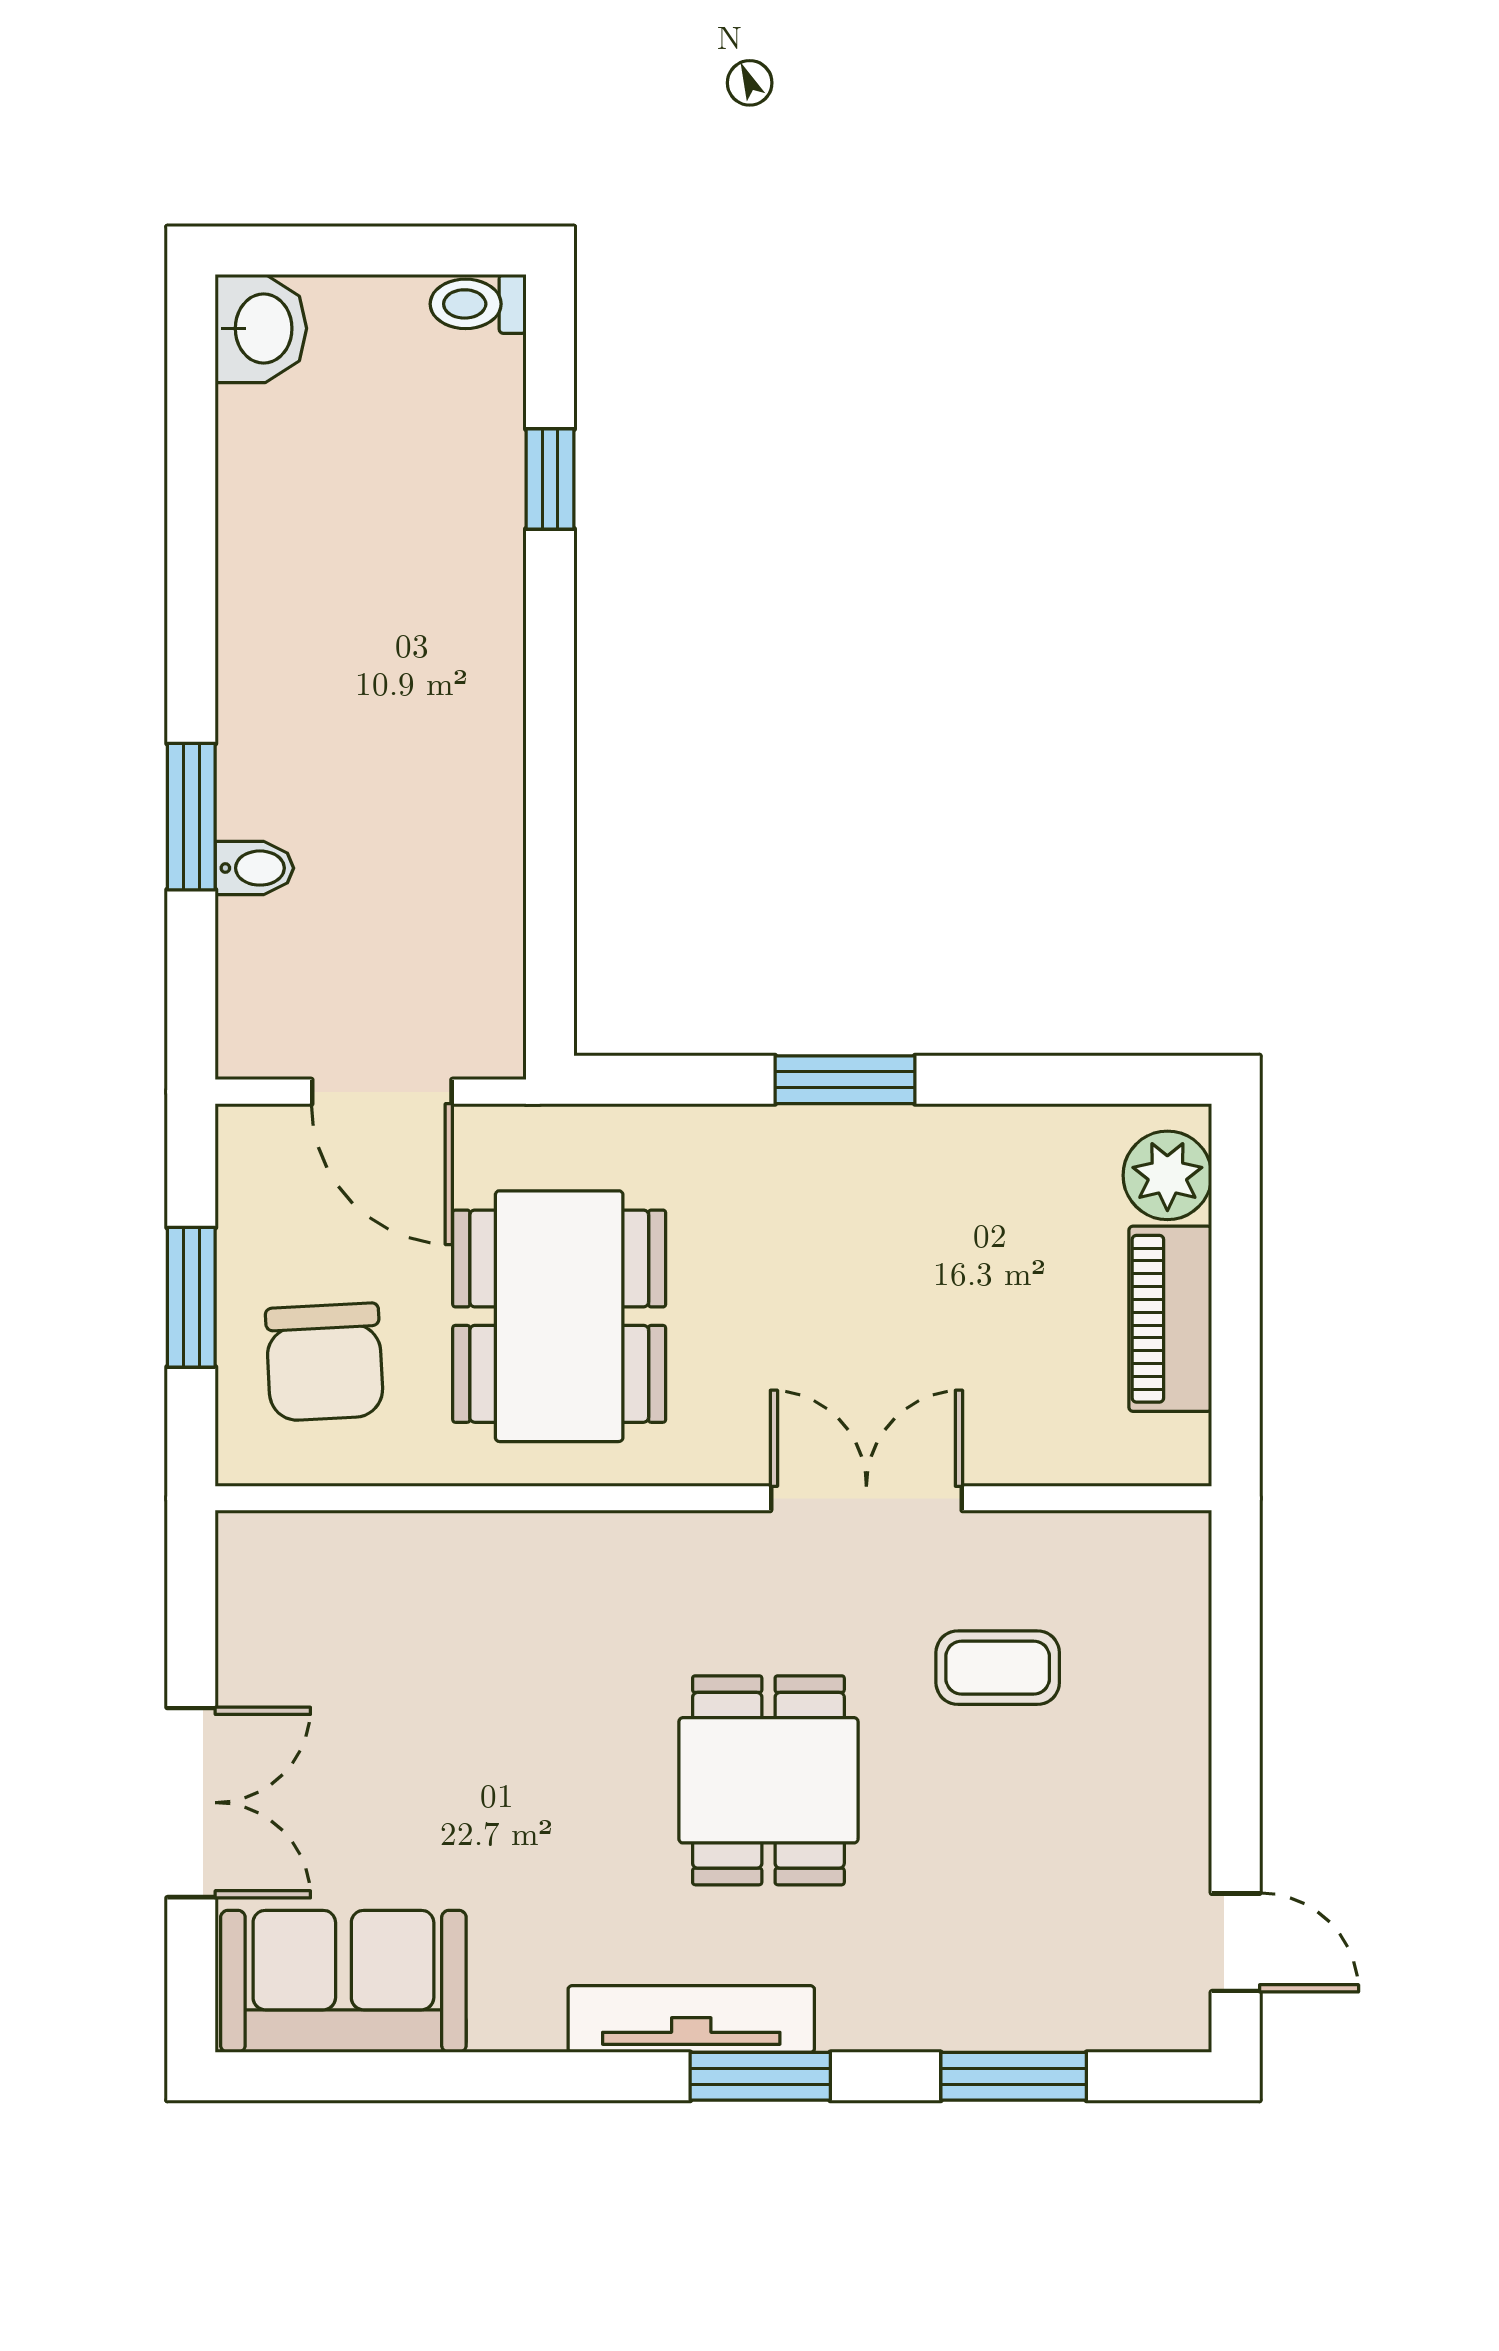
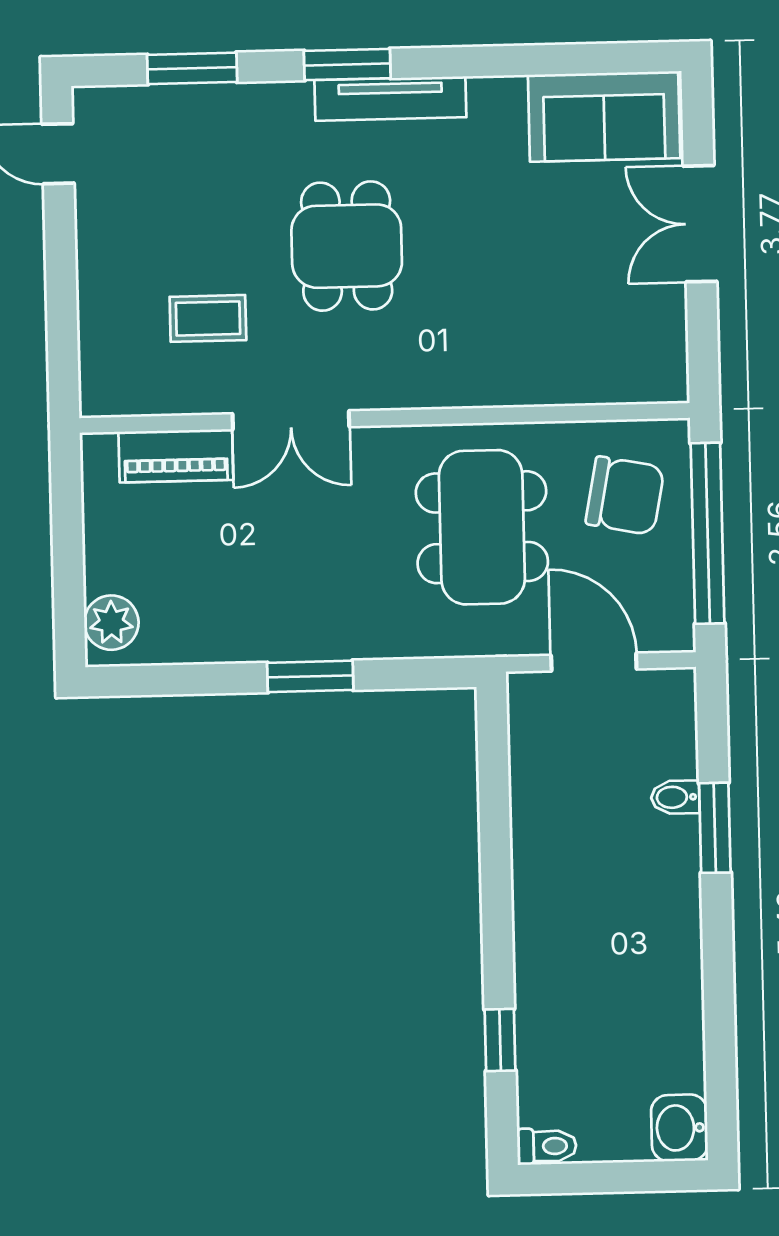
window: (191, 1297) -> (708, 533), width x2.11
piano: (1170, 1319) -> (176, 456), moved, turned 90
chair: (325, 1362) -> (625, 496), turned 104

